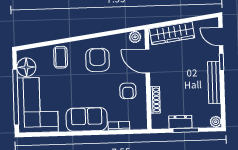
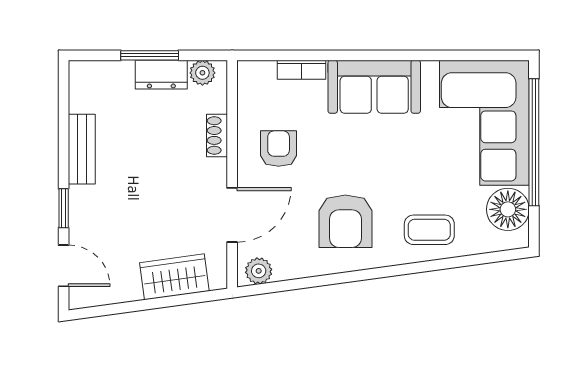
wardrobe: (172, 33) -> (174, 277), width x0.67
coffee table: (61, 57) -> (429, 230), turned 90
door: (147, 61) -> (232, 215), hinge flipped
bench: (214, 83) -> (82, 149), width x0.73
shoe rack: (155, 100) -> (217, 135), width x0.70
plant: (216, 122) -> (202, 73), moved

